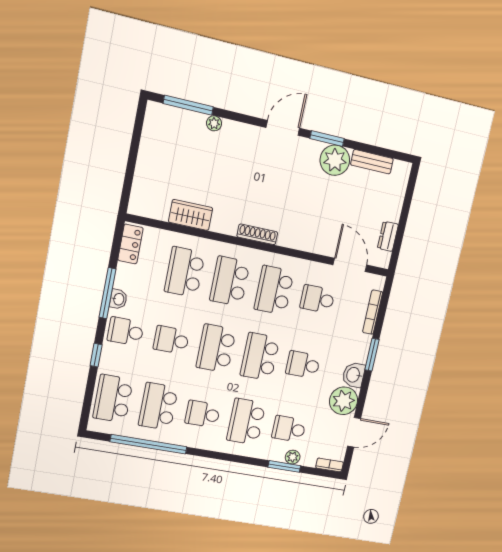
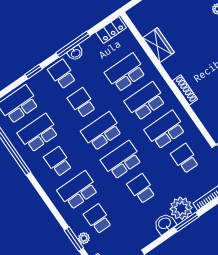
plant: (344, 401) -> (181, 208), moved

